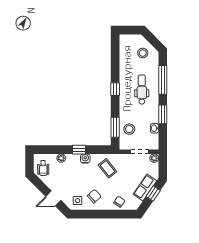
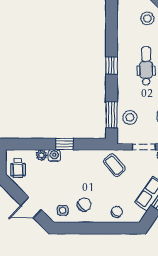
water cooler: (85, 159) -> (54, 156), moved
coffee table: (108, 168) -> (114, 165), moved

